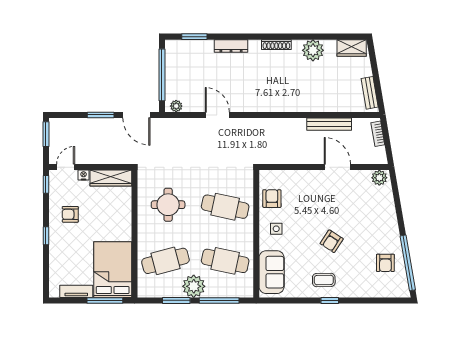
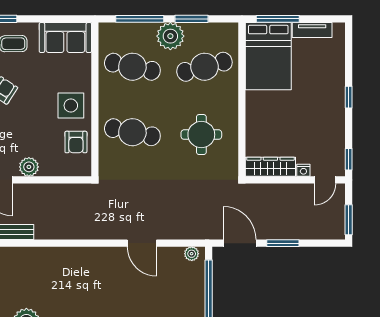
plant: (311, 178) -> (29, 167), added
armchair: (70, 214) -> (319, 123), removed
side table: (276, 229) -> (71, 106), width x1.87, depth x1.87
sofa: (272, 272) -> (65, 38), moved, turned -90

